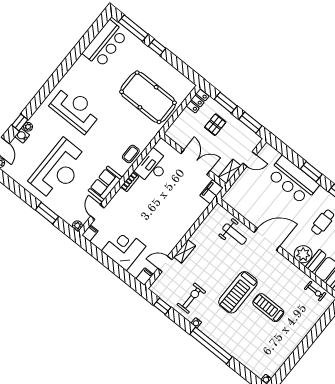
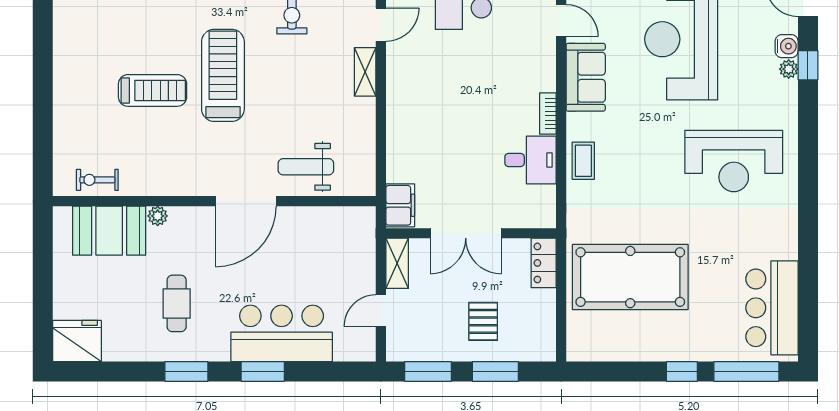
locker: (198, 101) -> (544, 263), moved
desk: (153, 167) -> (530, 160), width x0.73
plant: (303, 254) -> (158, 216), width x0.53, depth x0.53

